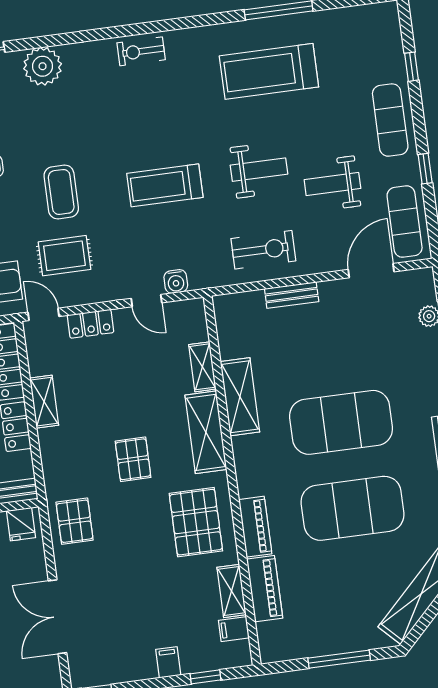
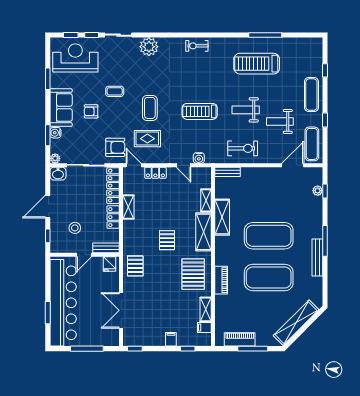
weight bench: (259, 170) -> (246, 110), turned 180
bench: (292, 295) -> (227, 172), moved
piano: (265, 589) -> (240, 339), moved, turned -90

